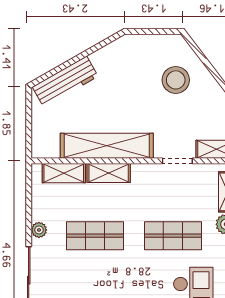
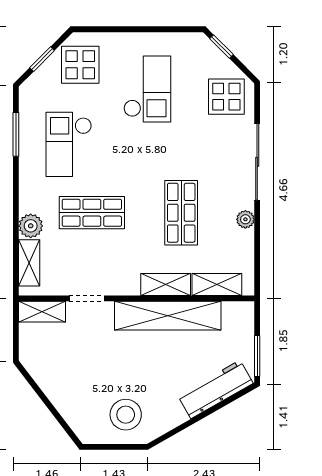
stool: (176, 80) -> (126, 415), moved
window: (29, 111) -> (257, 356), added
shop shelf: (95, 236) -> (181, 213), turned 90

